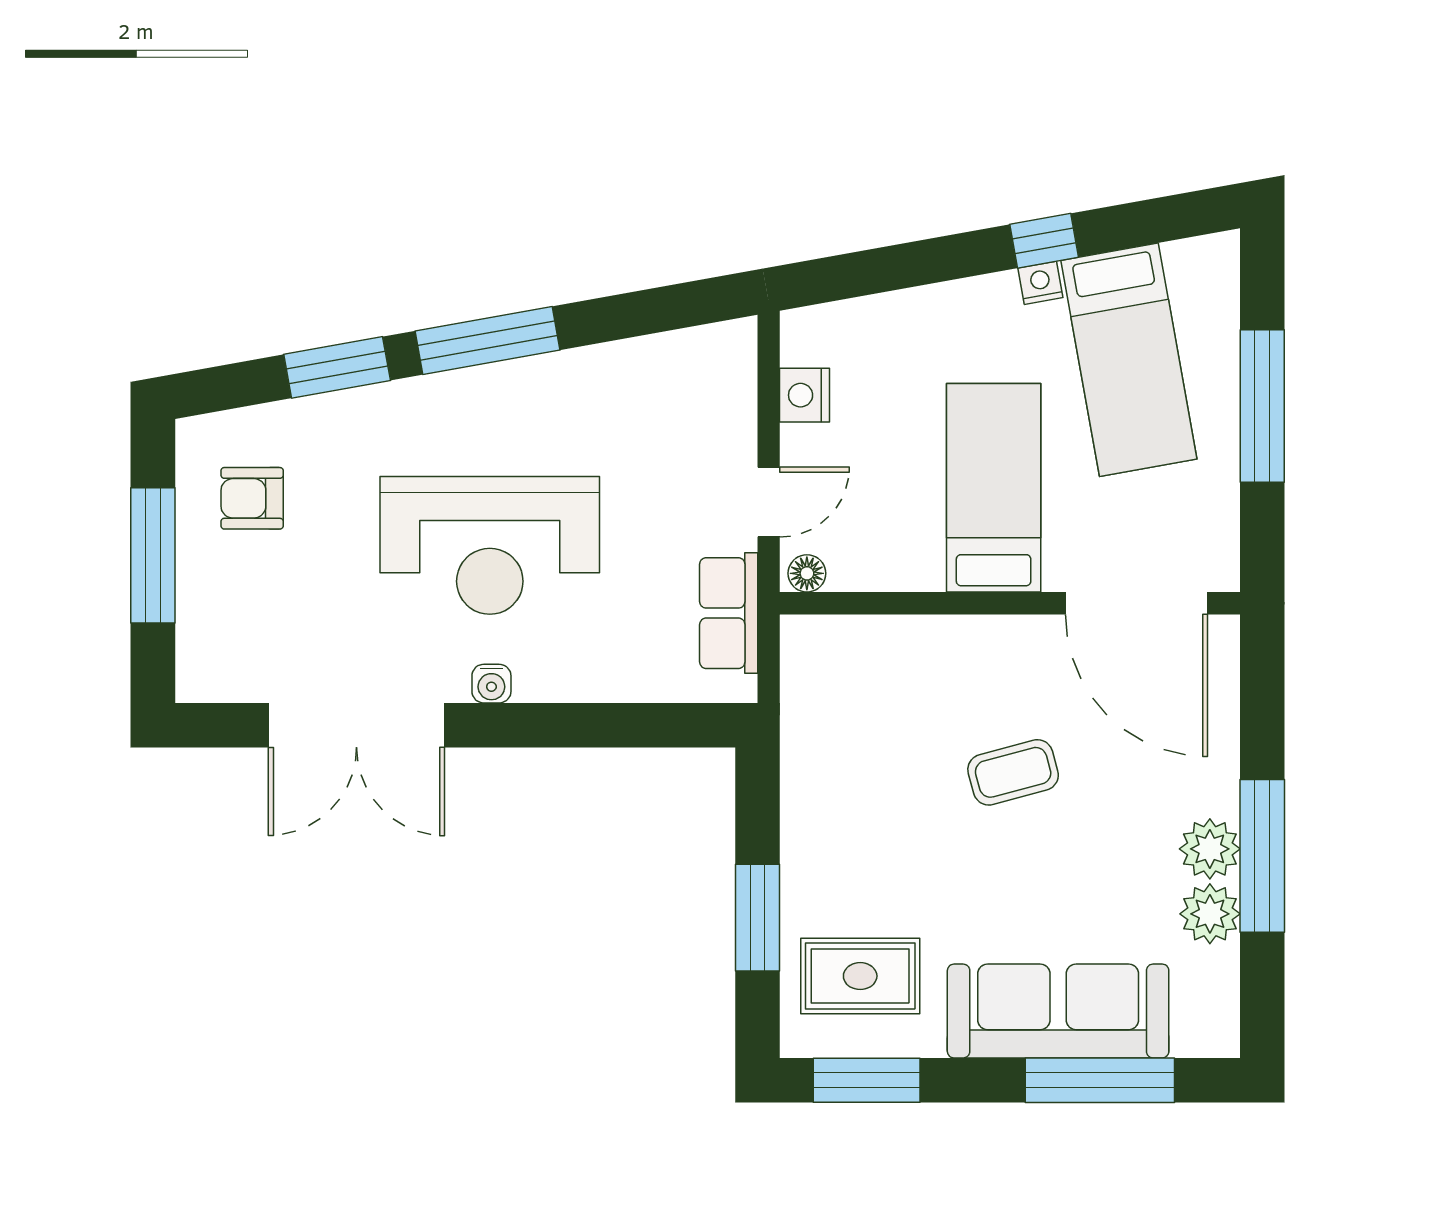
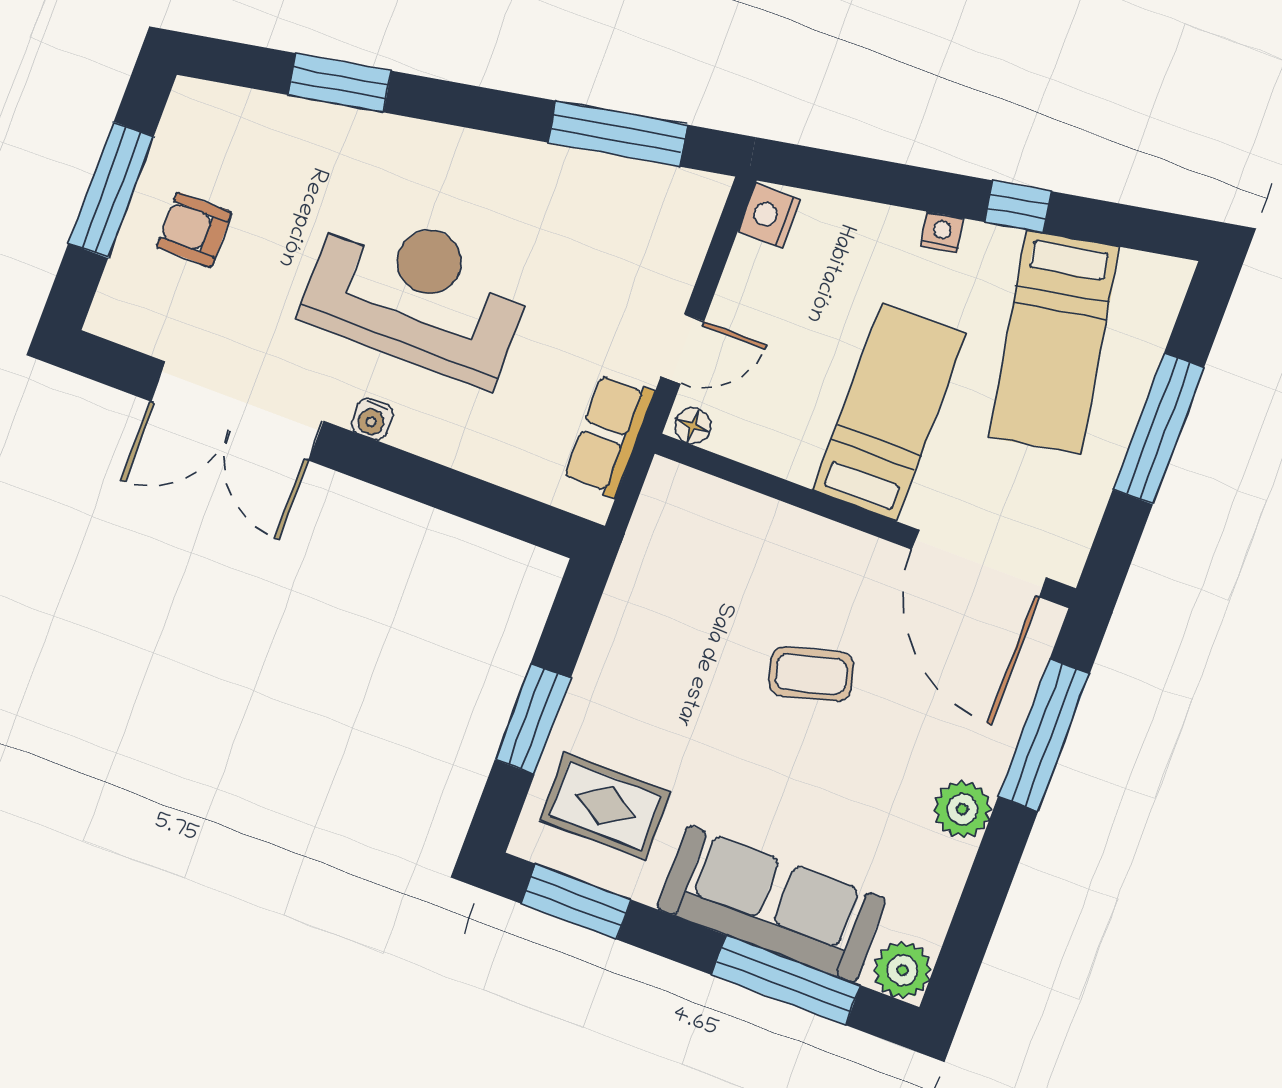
nightstand: (1040, 283) -> (942, 232), moved
window: (488, 340) -> (618, 134), moved
nightstand: (804, 395) -> (769, 215), moved
armchair: (252, 498) -> (194, 230), moved
reception desk: (490, 545) -> (417, 294), turned 180
window: (1262, 856) -> (1044, 735), moved
plant: (1210, 914) -> (902, 970), moved

